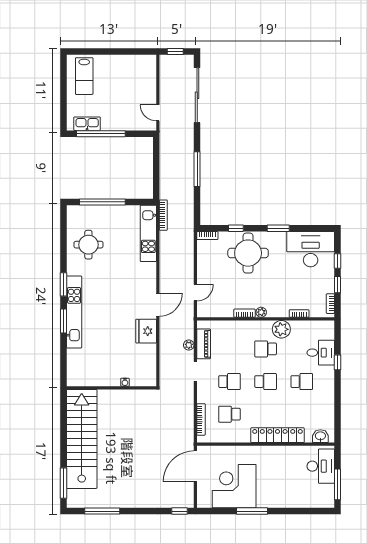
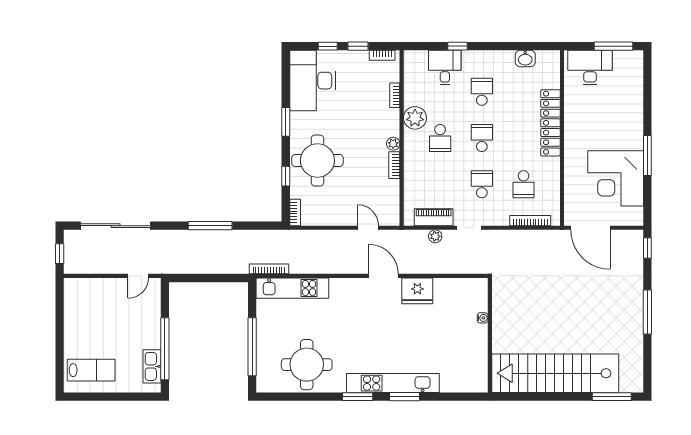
round table: (88, 245) -> (307, 365), width x1.36, depth x1.36
washbasin: (320, 436) -> (525, 59), moved, turned -90
window: (102, 511) -> (647, 312), moved

